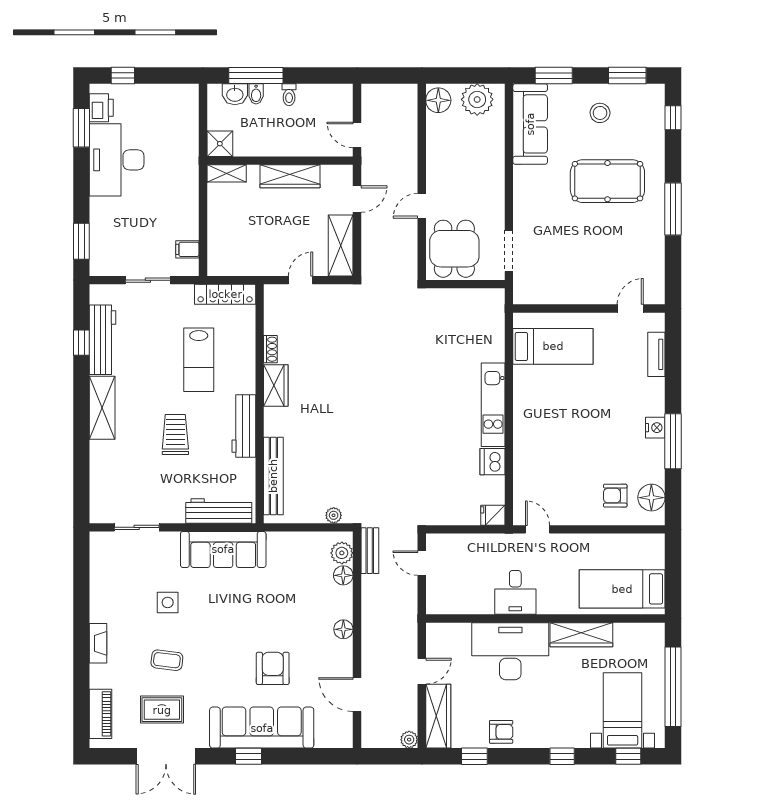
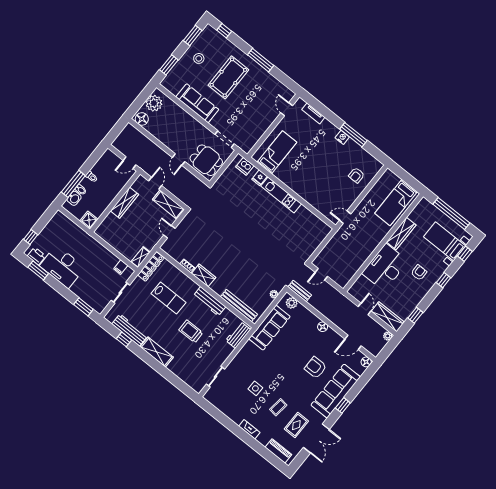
sofa: (530, 124) -> (197, 103), moved
shelving: (227, 173) -> (140, 257), moved
dishwasher: (492, 462) -> (245, 166), moved
floor lamp: (651, 498) -> (369, 161), removed
workbench: (219, 511) -> (238, 335), width x0.73
fridge: (493, 515) -> (260, 178), moved
sofa: (223, 549) -> (269, 328), moved
floor lamp: (343, 575) -> (366, 362), moved
desk: (515, 592) -> (363, 246), removed
armchair: (501, 732) -> (419, 273), moved

